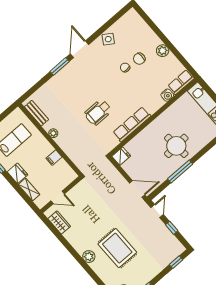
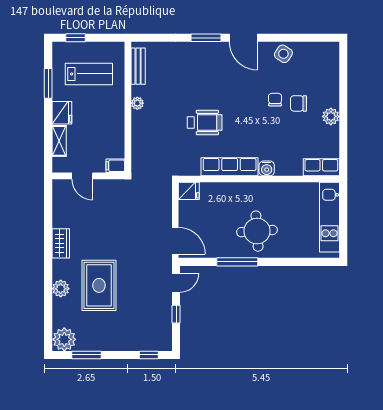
door: (79, 49) -> (243, 38), swing flipped
water cooler: (167, 95) -> (267, 168), moved
wheelchair: (98, 112) -> (205, 122), turned 180
filing cabinet: (54, 158) -> (115, 166), moved
wardrobe: (59, 222) -> (61, 243), moved
plant: (89, 257) -> (61, 289), moved

